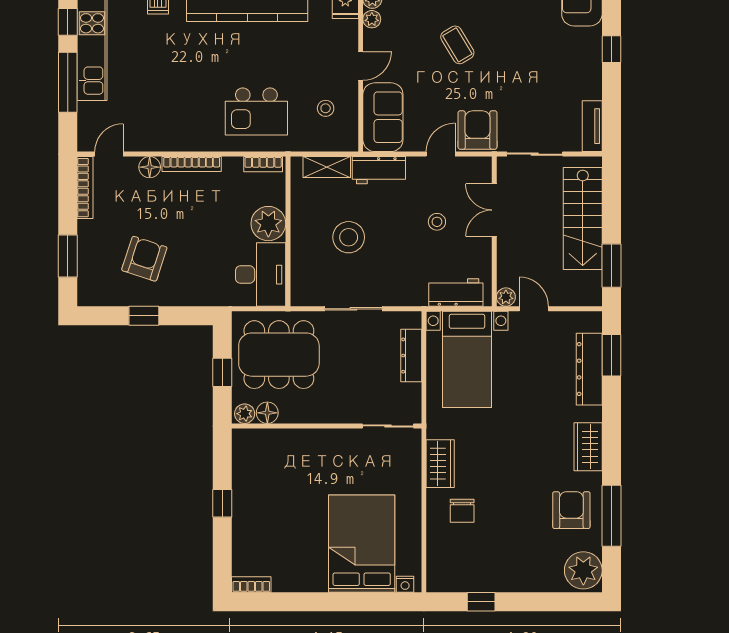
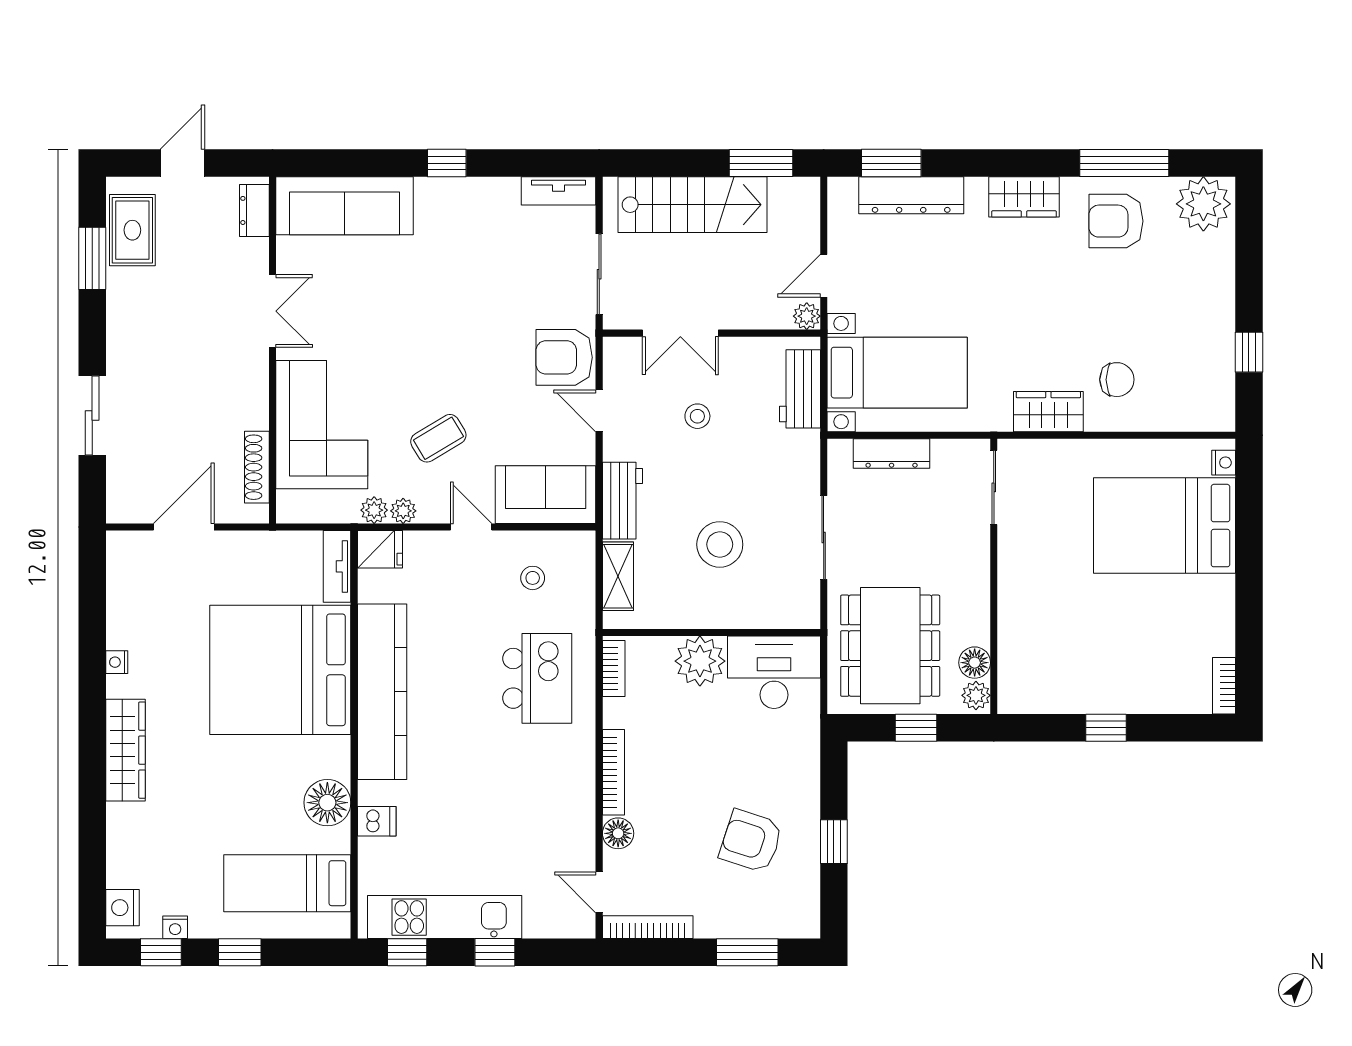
coffee table: (457, 45) -> (438, 438), moved
window: (68, 82) -> (495, 952), width x0.46

